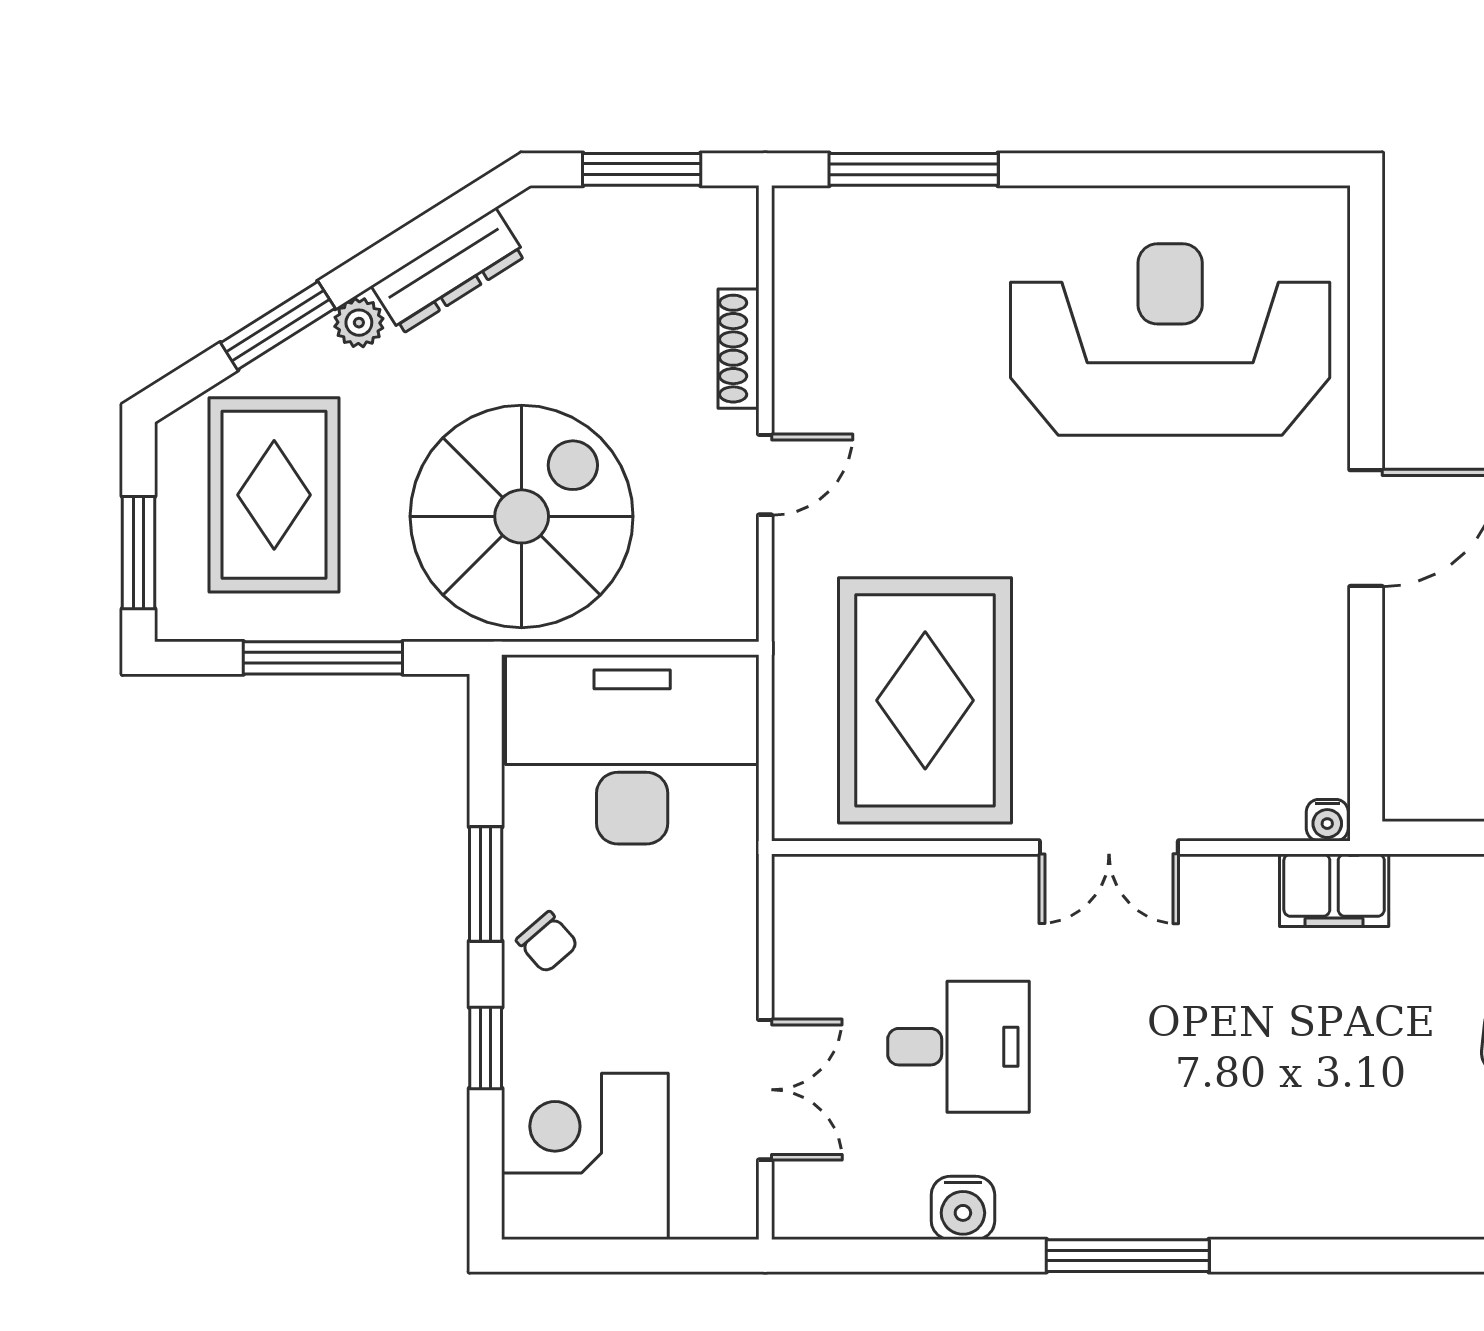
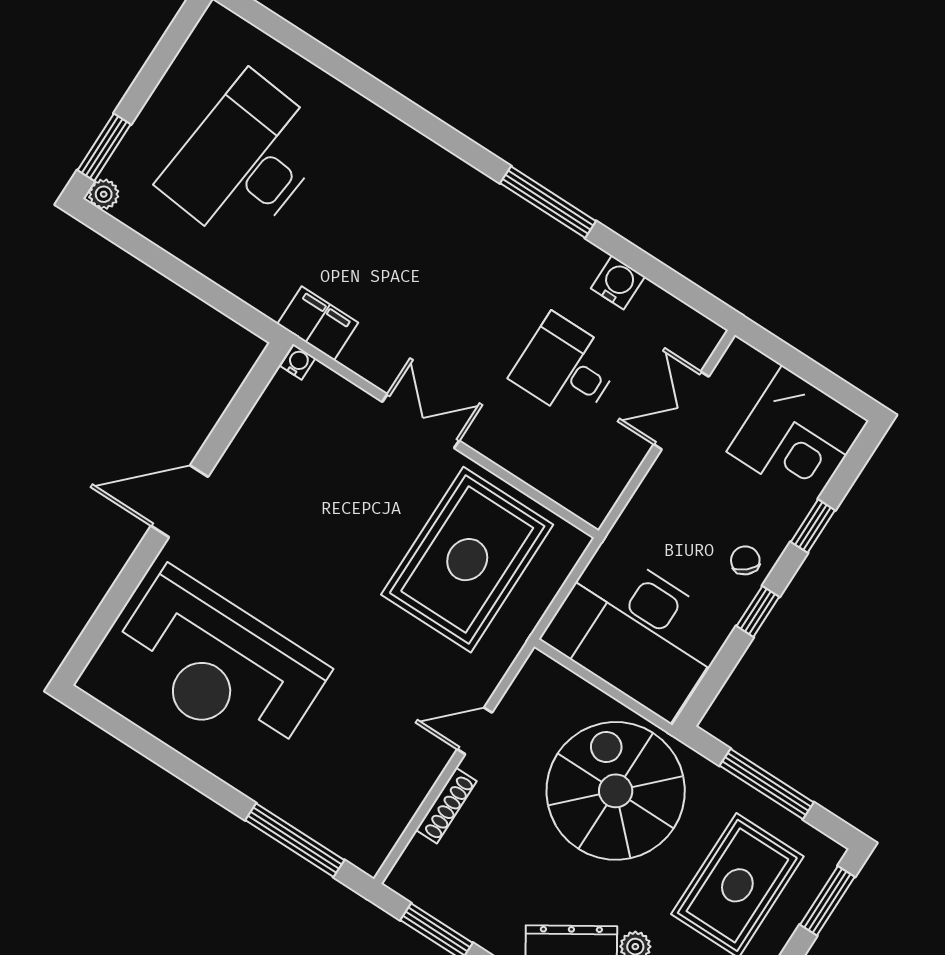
spiral stairs: (522, 516) -> (616, 791), turned 90
window: (486, 884) -> (758, 611), width x0.67

